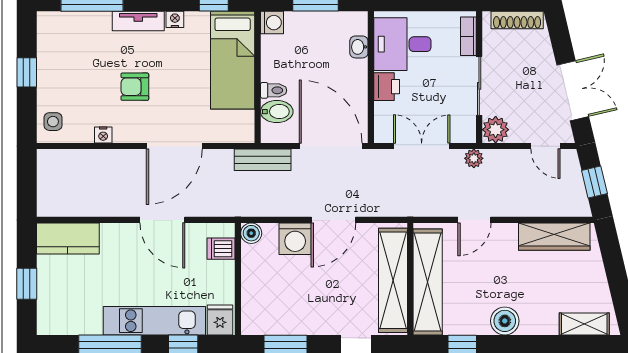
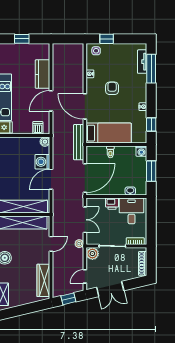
tv unit: (138, 21) -> (142, 62), moved
bed: (233, 60) -> (109, 133), moved, turned 180
window: (27, 72) -> (107, 39), moved
bidet: (277, 112) -> (101, 153), removed
bench: (263, 160) -> (79, 142), width x1.36
door: (333, 220) -> (51, 179), hinge flipped
door: (474, 220) -> (51, 244), swing flipped
kitchen counter: (68, 238) -> (43, 74), moved

